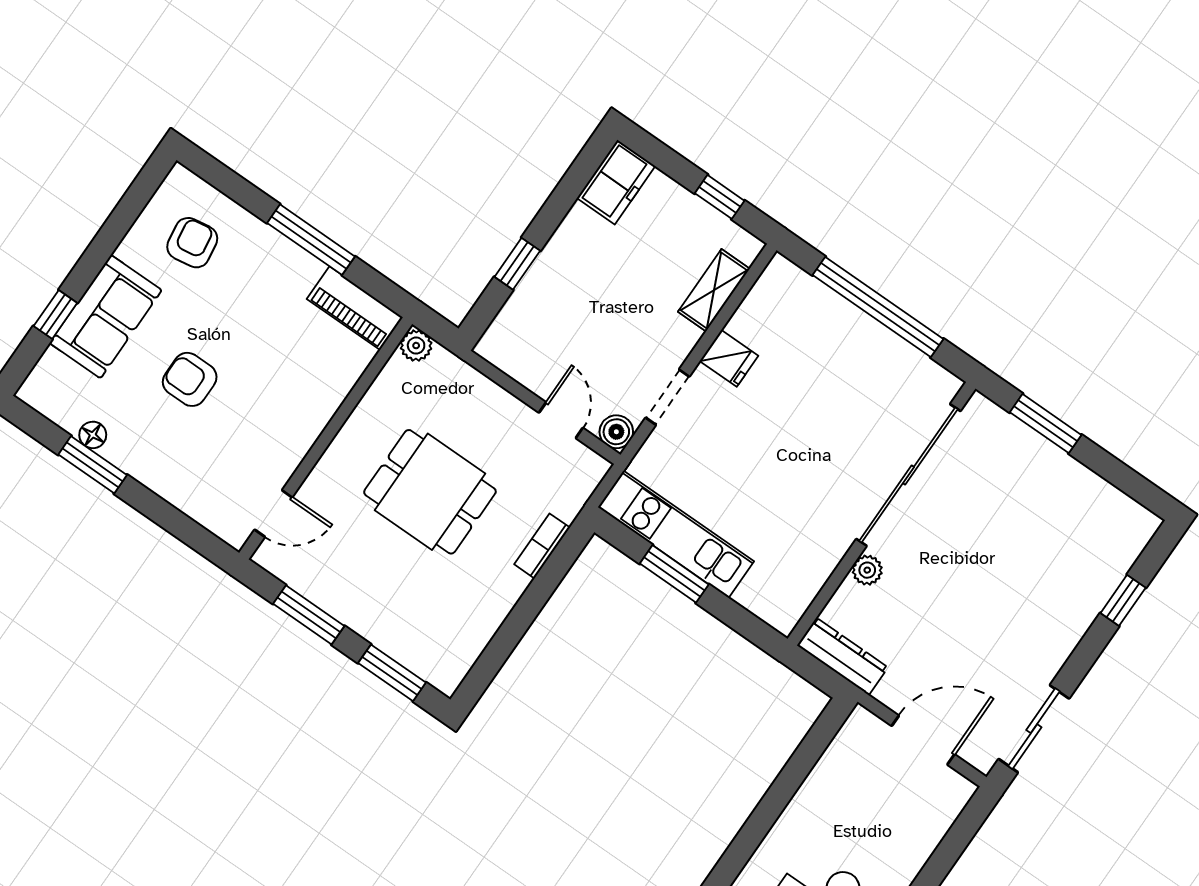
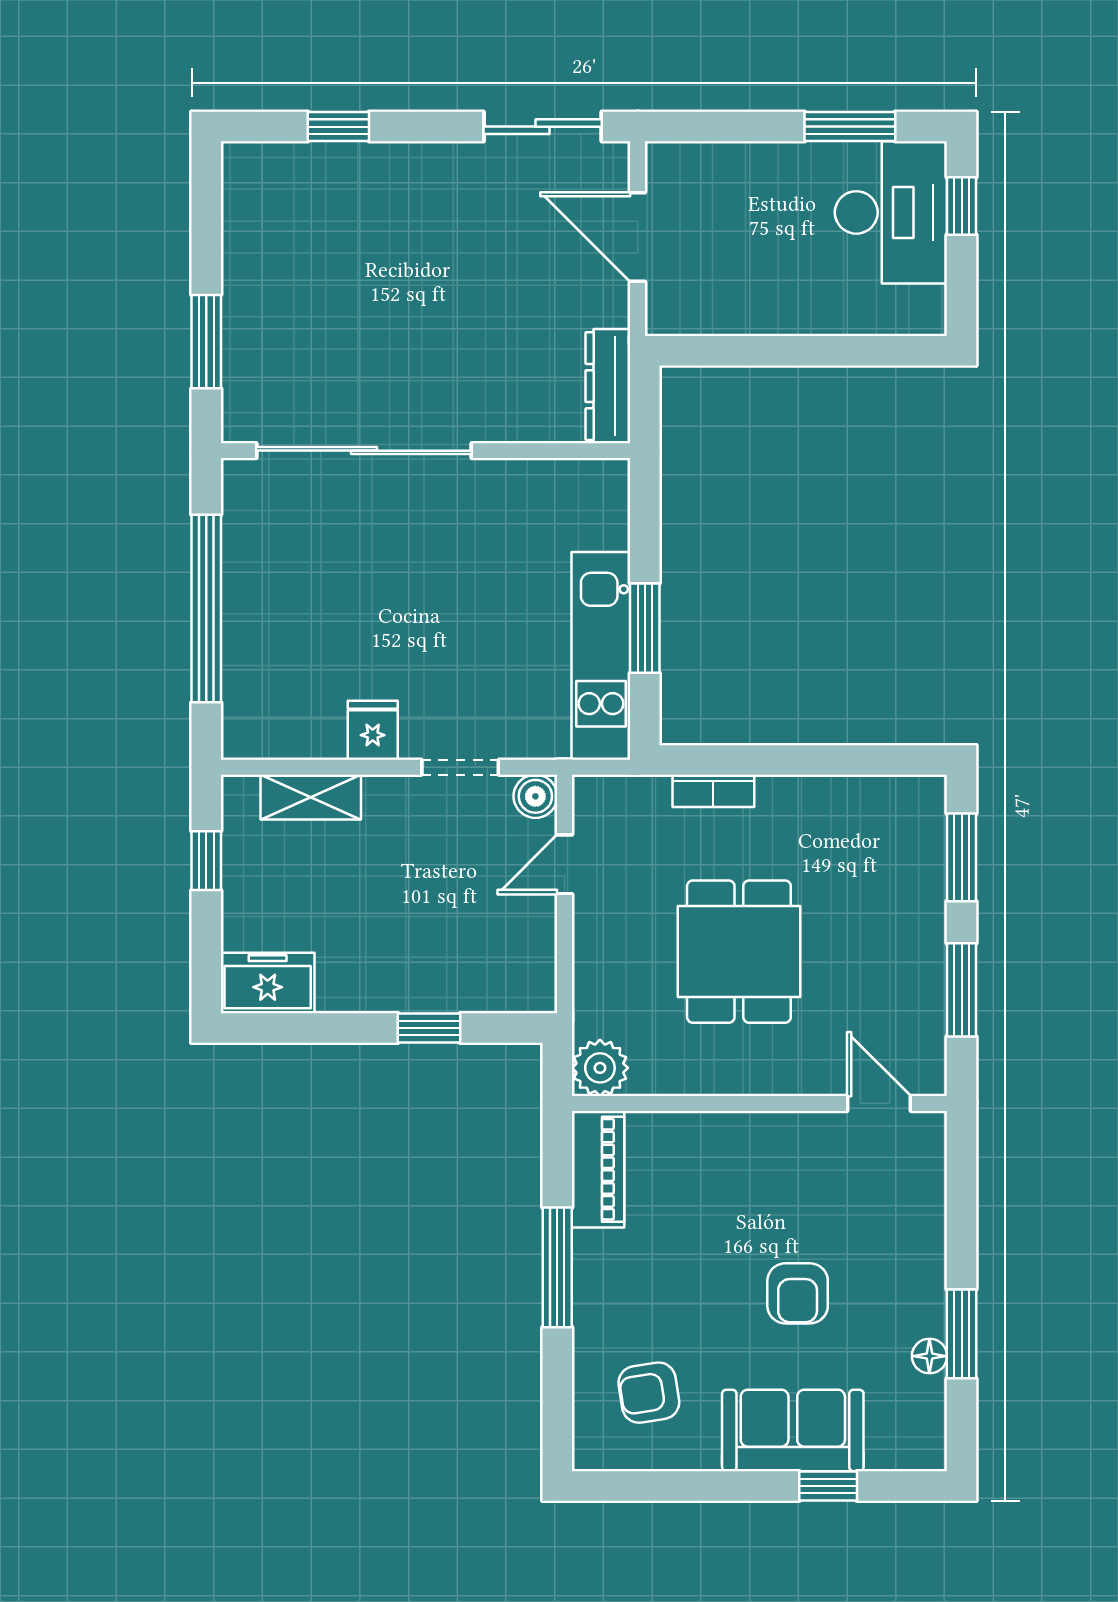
plant: (416, 346) -> (600, 1068), width x1.38, depth x1.38
plant: (867, 570) -> (497, 424), removed

